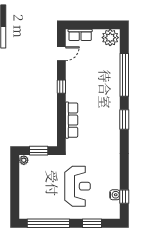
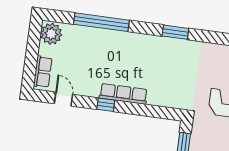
row of seats: (72, 120) -> (123, 94), moved
window: (124, 120) -> (175, 32), moved

